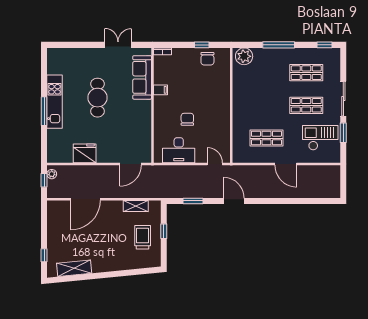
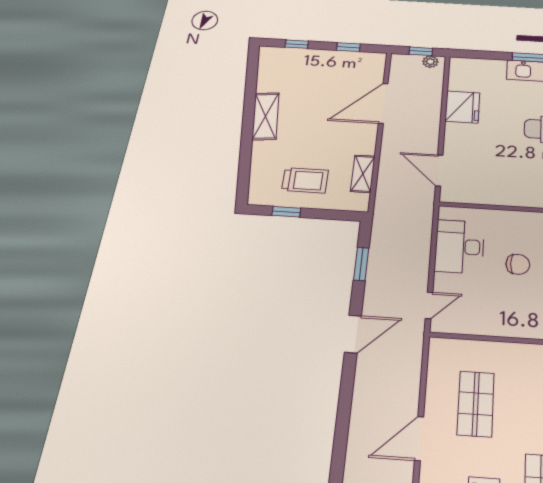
door: (85, 199) -> (383, 103), hinge flipped
window: (44, 224) -> (348, 47), added
window: (164, 231) -> (286, 212), moved
shelving: (74, 268) -> (266, 116), moved

